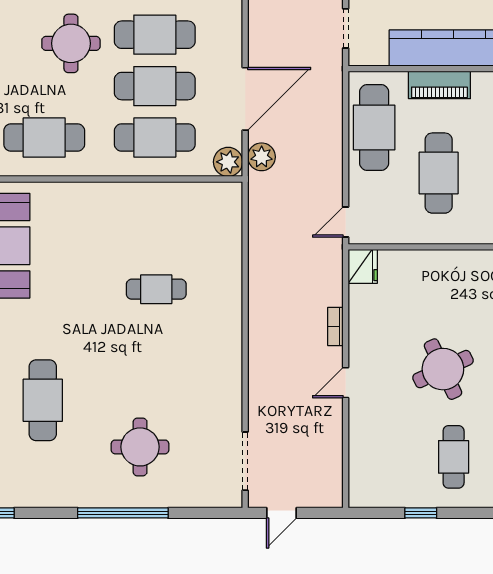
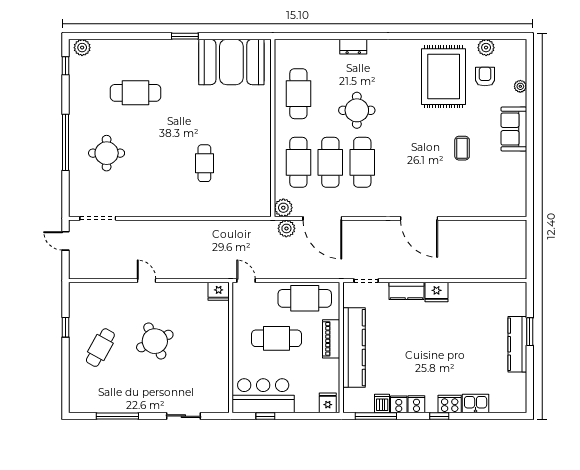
bookcase: (335, 326) -> (181, 274), removed
cafe table: (454, 457) -> (100, 348), turned -61

